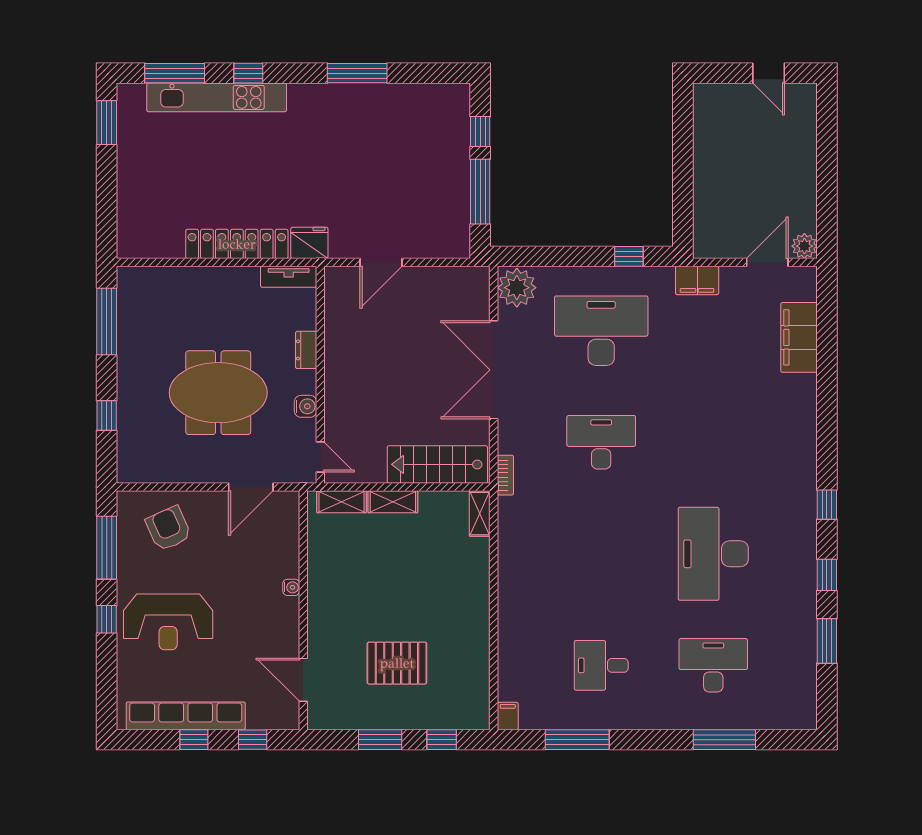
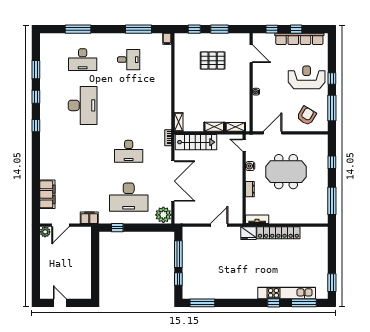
window: (357, 73) -> (202, 303), moved
armchair: (168, 529) -> (306, 116), turned -125

